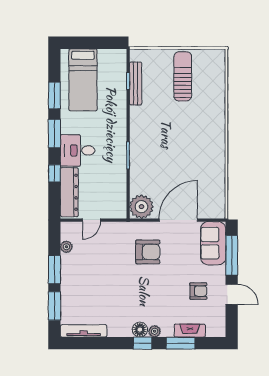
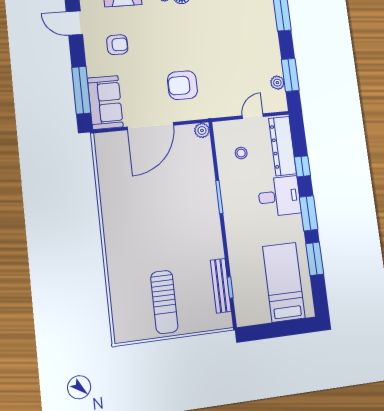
stool: (105, 190) -> (241, 153), added
plant: (141, 207) -> (202, 130), width x0.53, depth x0.53
window: (54, 270) -> (290, 75), moved
armchair: (198, 291) -> (117, 45), turned 180
door: (232, 294) -> (74, 23), moved

